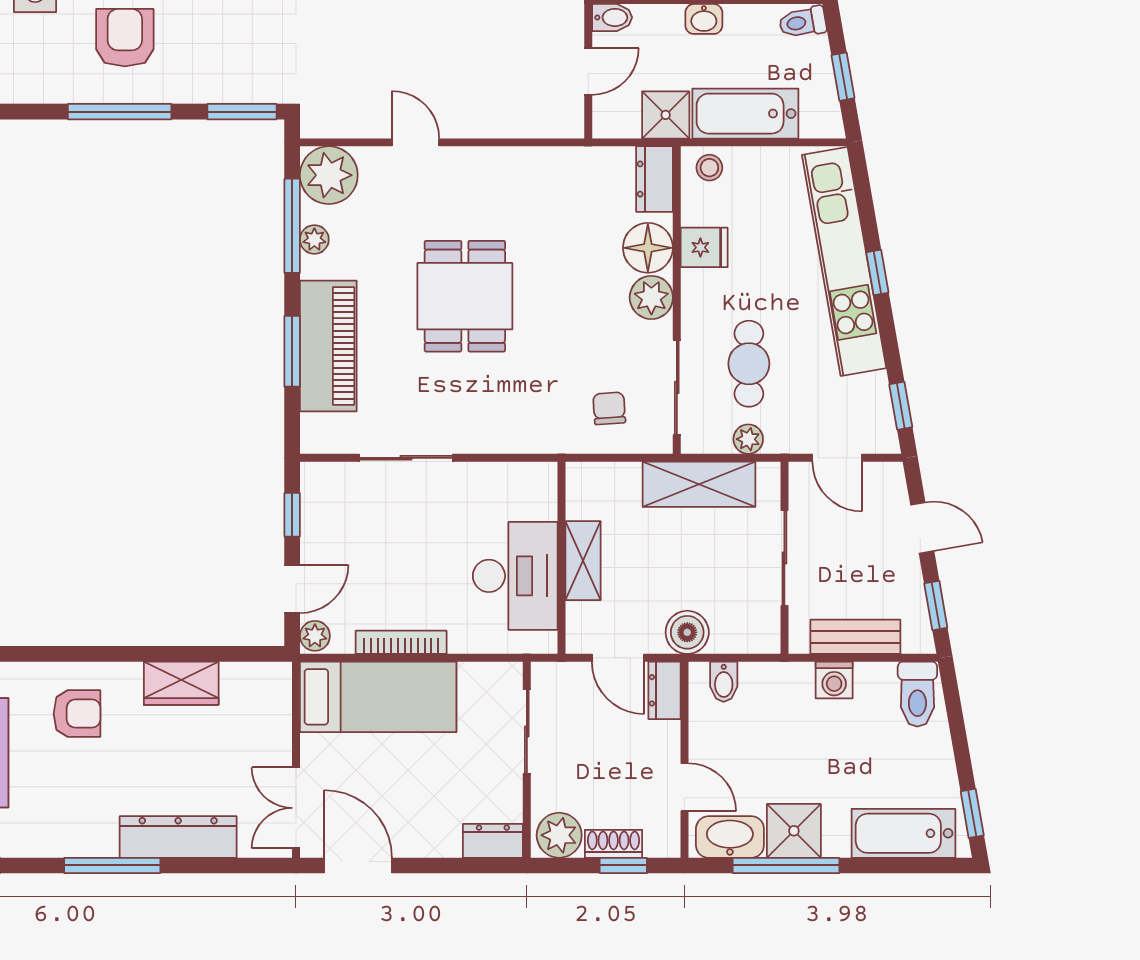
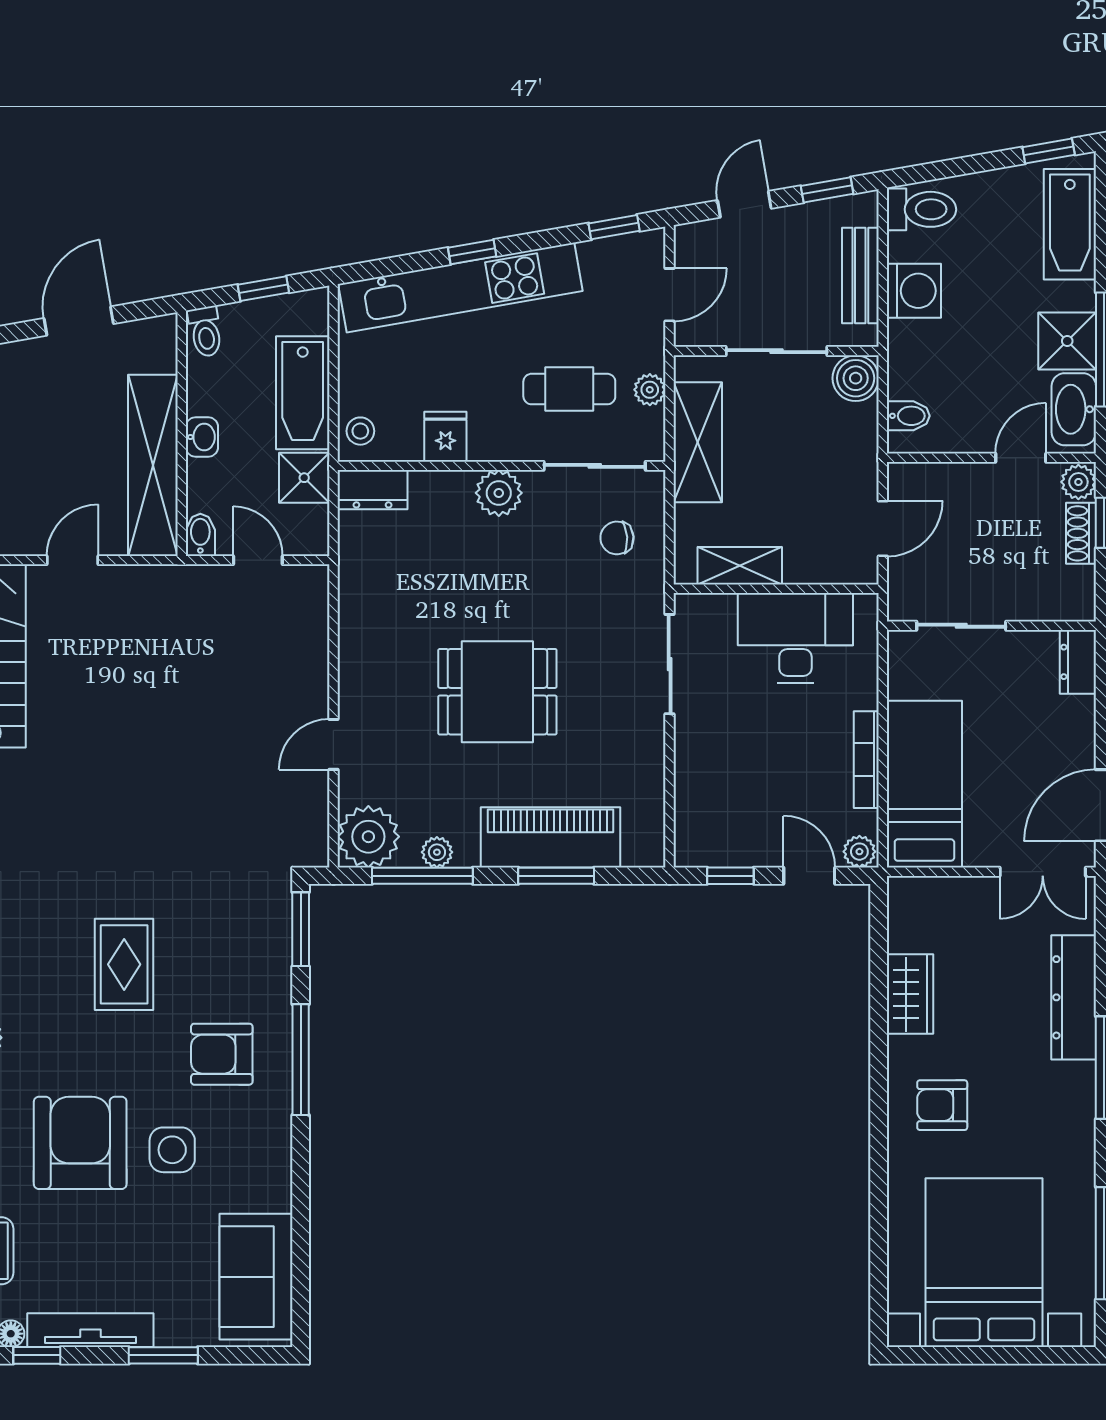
floor lamp: (648, 248) -> (446, 497), removed
sliding door: (406, 458) -> (670, 664), moved
shelving: (583, 561) -> (740, 566), moved
boiler: (687, 632) -> (856, 378), moved
washing machine: (834, 680) -> (914, 291), width x1.38, depth x1.38
dresser: (664, 690) -> (917, 479), removed
armchair: (77, 714) -> (942, 1105), turned -90
plant: (559, 835) -> (1078, 482), moved, width x0.73, depth x0.73

